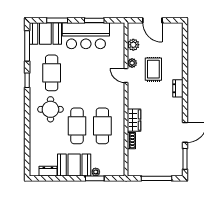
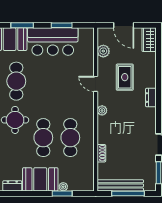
plant: (132, 63) -> (102, 110), moved
wardrobe: (134, 120) -> (149, 40), moved, turned 180
bench: (149, 171) -> (120, 185), added

